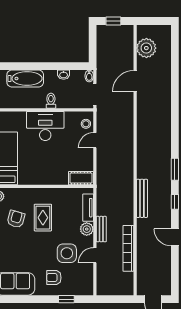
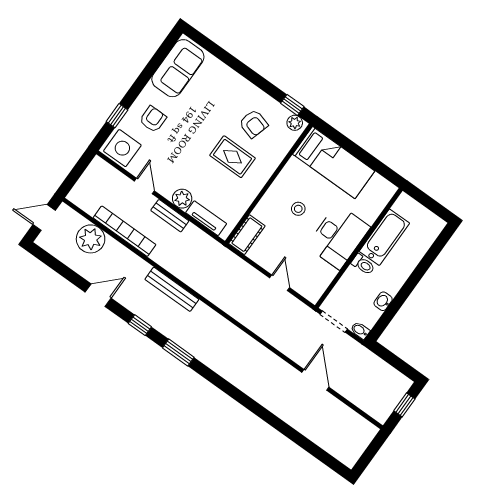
plant: (146, 48) -> (91, 239), moved
bathtub: (25, 79) -> (384, 237), moved, turned 180
stool: (86, 124) -> (298, 209), moved
side table: (67, 253) -> (122, 148), moved

